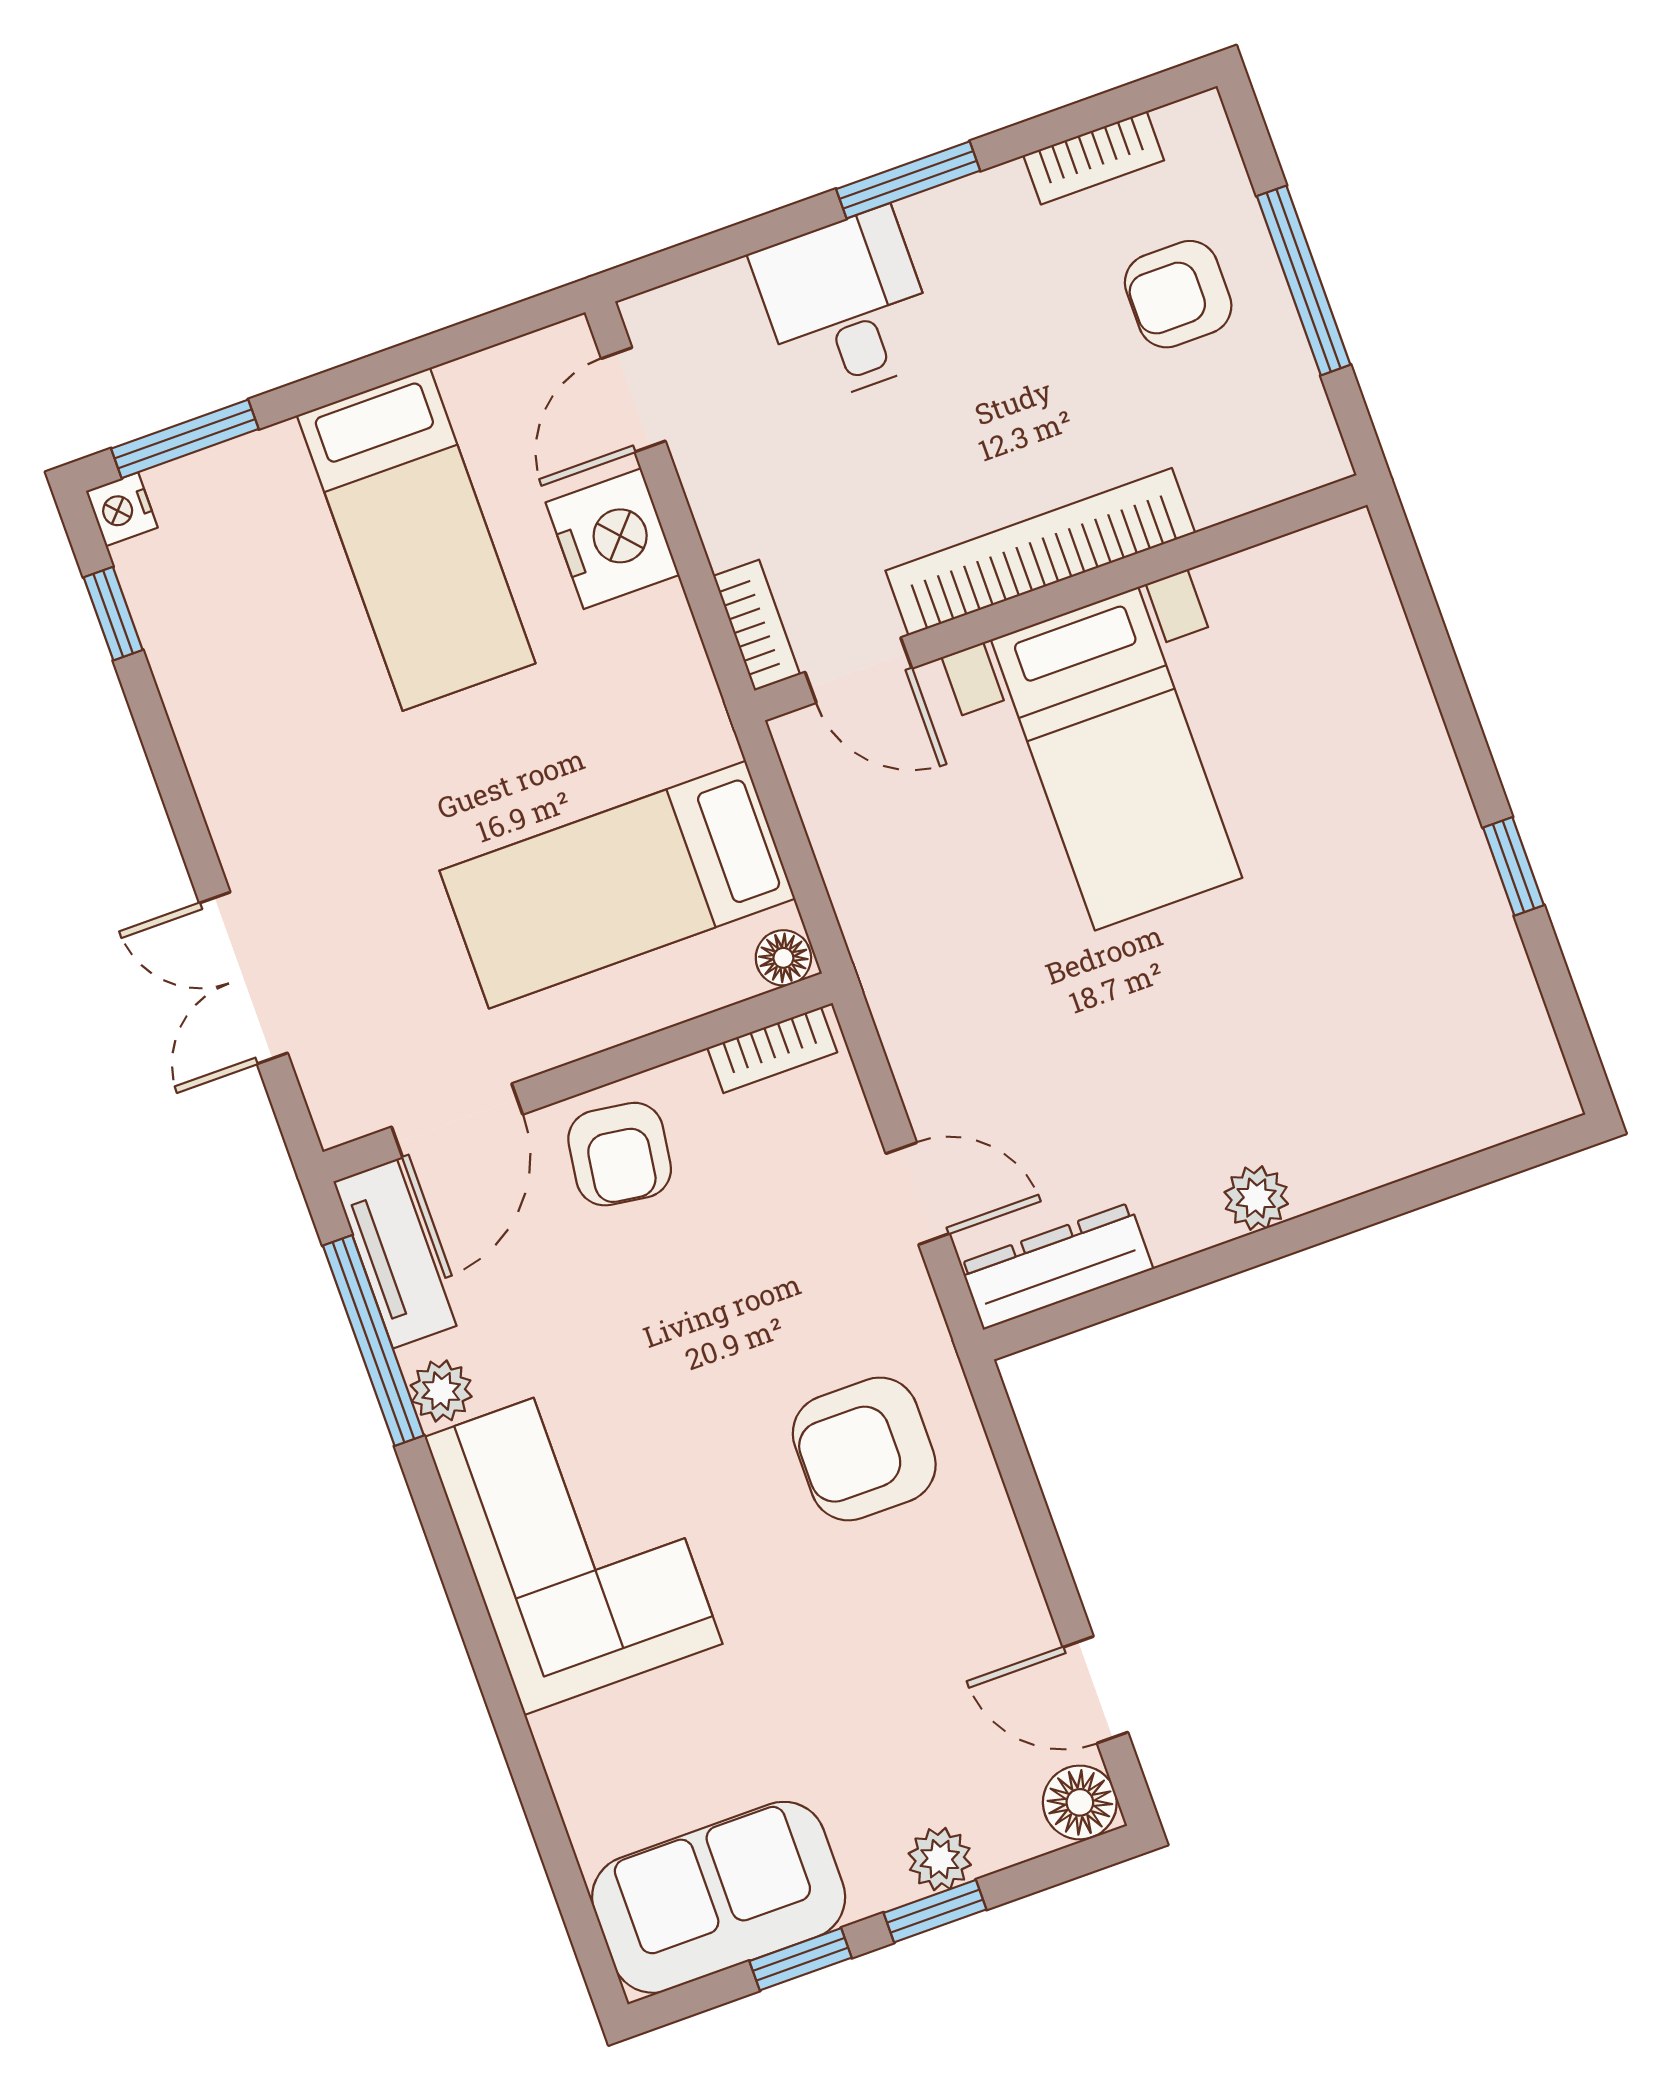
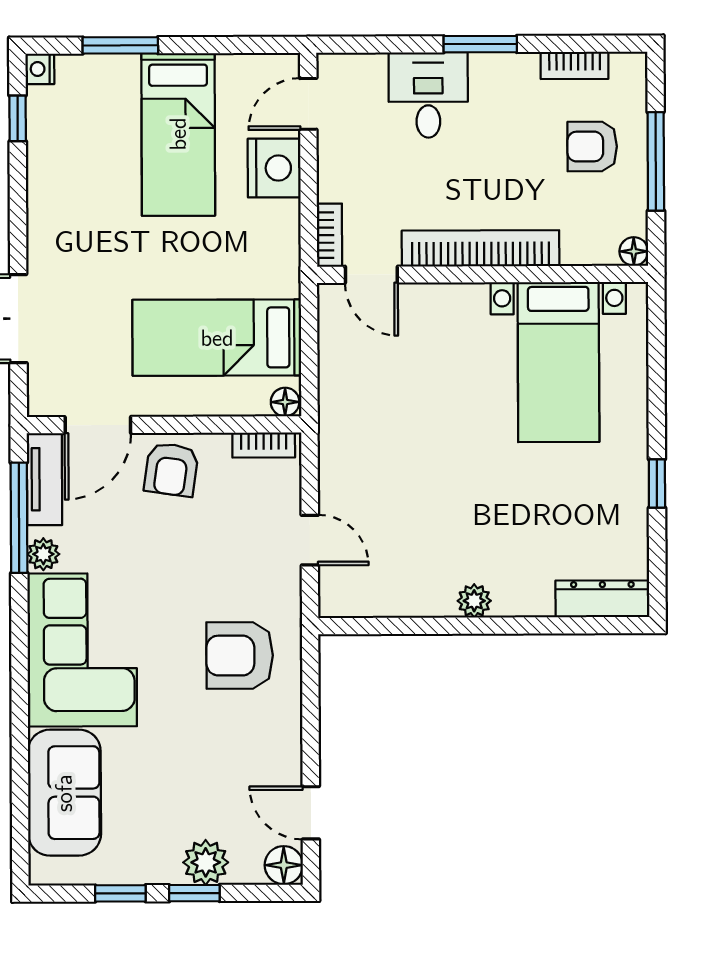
window: (185, 439) -> (120, 45), moved
floor lamp: (1321, 458) -> (634, 251), added
bed with nightstands: (1116, 759) -> (558, 362), moved
dresser: (1056, 1266) -> (602, 599), moved
plant: (940, 1859) -> (206, 862), width x1.38, depth x1.38
sofa: (719, 1897) -> (64, 793), moved, turned 90

